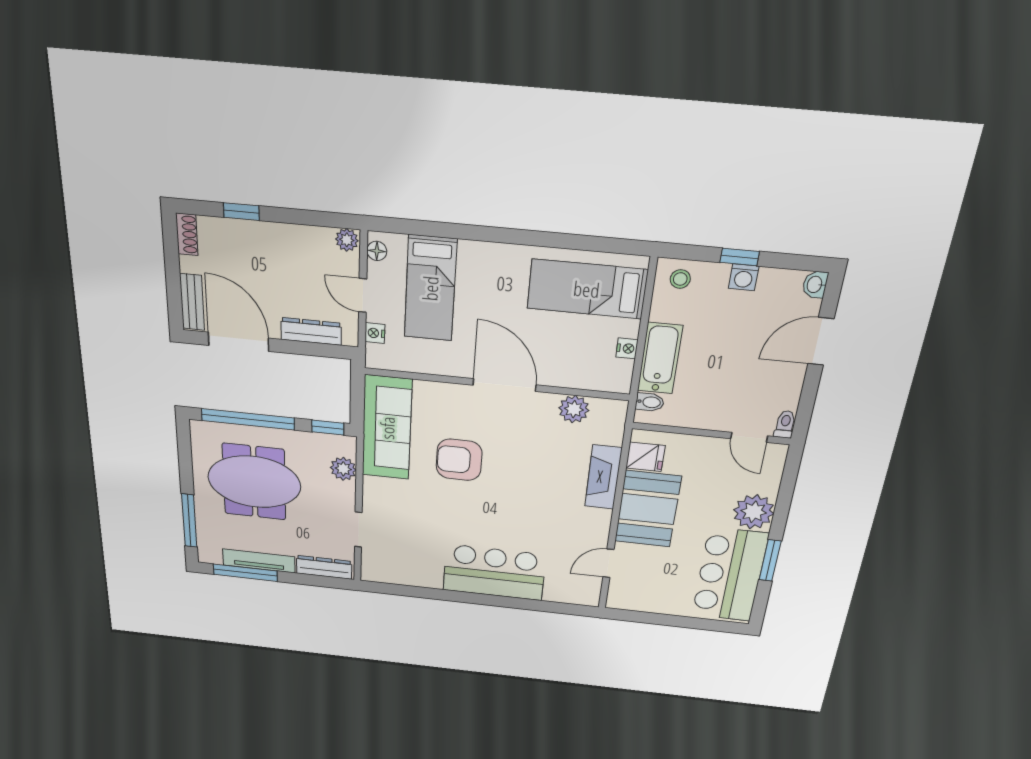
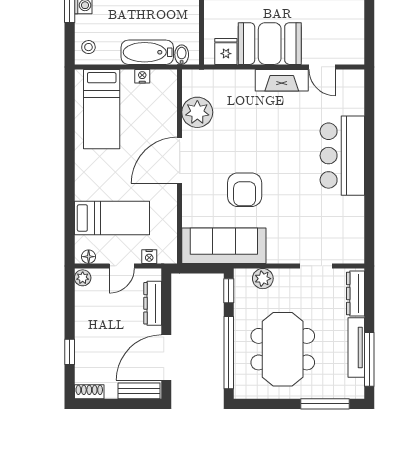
plant: (574, 409) -> (197, 112), width x1.36, depth x1.36
fireplace: (603, 477) -> (282, 80), moved

